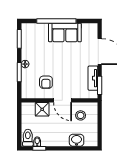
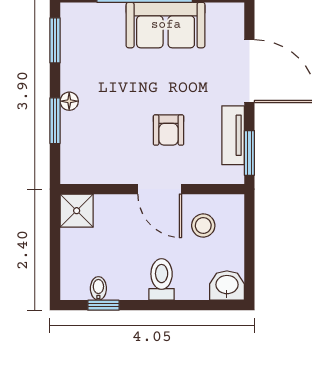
armchair: (46, 82) -> (169, 130), moved
shower: (42, 109) -> (77, 211), moved
toilet: (28, 138) -> (162, 279), moved
washbasin: (77, 140) -> (227, 285), moved

